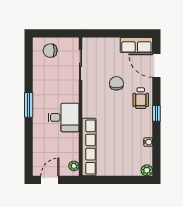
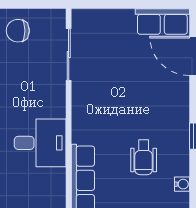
chair: (116, 83) -> (129, 86), removed
wheelchair: (141, 98) -> (144, 157), moved

